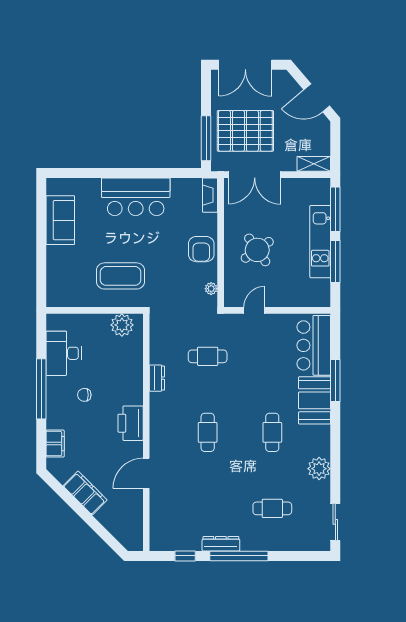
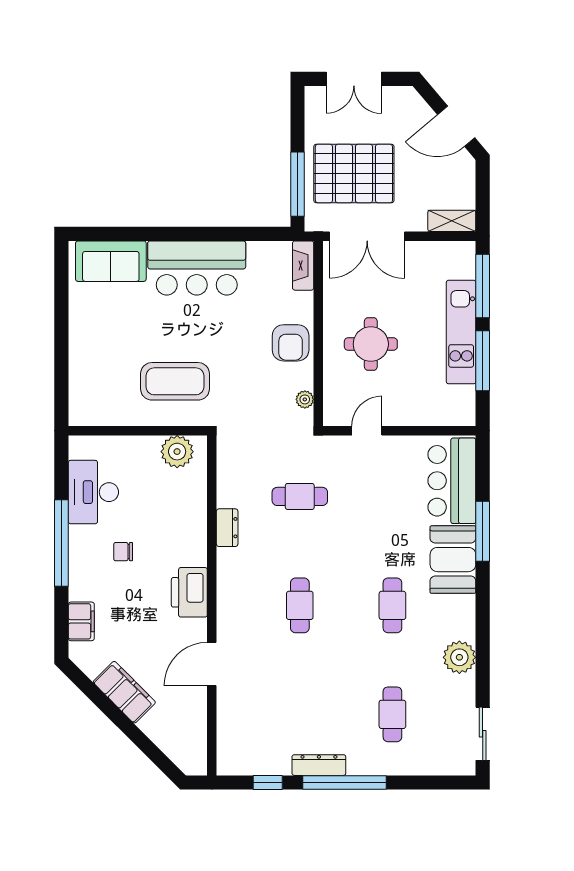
double door: (245, 65) -> (354, 79), width x0.73
sofa: (60, 220) -> (111, 261), moved, turned 90
round table: (257, 250) -> (371, 344), turned 35
cafe table: (272, 508) -> (392, 714), turned 90

